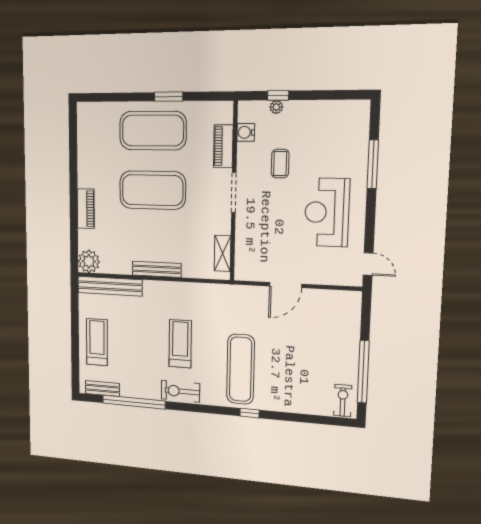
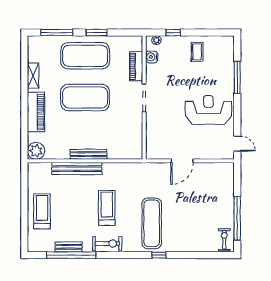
window: (115, 97) -> (57, 33), added
plant: (276, 107) -> (156, 40), moved
coffee table: (280, 164) -> (197, 52), moved
piano: (86, 209) -> (36, 112), width x1.37, depth x1.33
reception desk: (327, 212) -> (209, 110), turned 90
shelving: (223, 253) -> (33, 76), moved
bench: (110, 286) -> (77, 169), moved
bench: (102, 388) -> (68, 247), moved
exercise bike: (180, 391) -> (107, 244), turned 180

